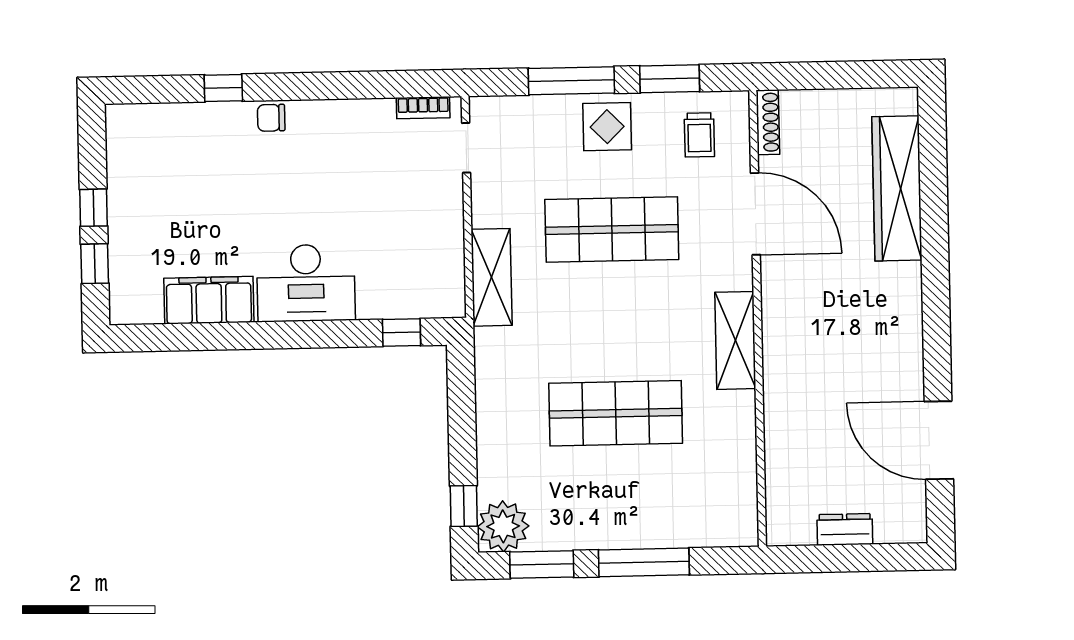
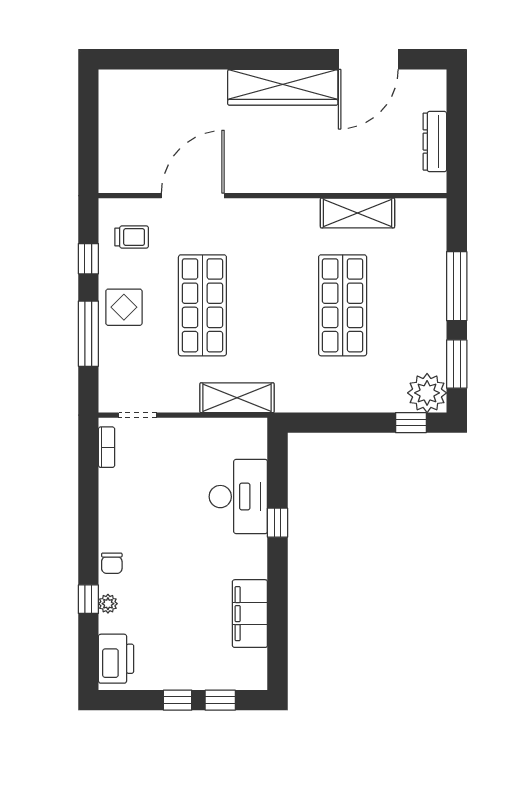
window: (670, 79) -> (88, 259), width x0.67
plant: (218, 114) -> (108, 604), added
shoe rack: (768, 122) -> (123, 185), removed
printer: (146, 126) -> (116, 659), added
wardrobe: (897, 188) -> (283, 87), moved
desk: (306, 283) -> (238, 497), moved
window: (401, 332) -> (278, 523), moved
shelving: (735, 340) -> (357, 213), moved
dresser: (845, 529) -> (435, 142), width x1.44

